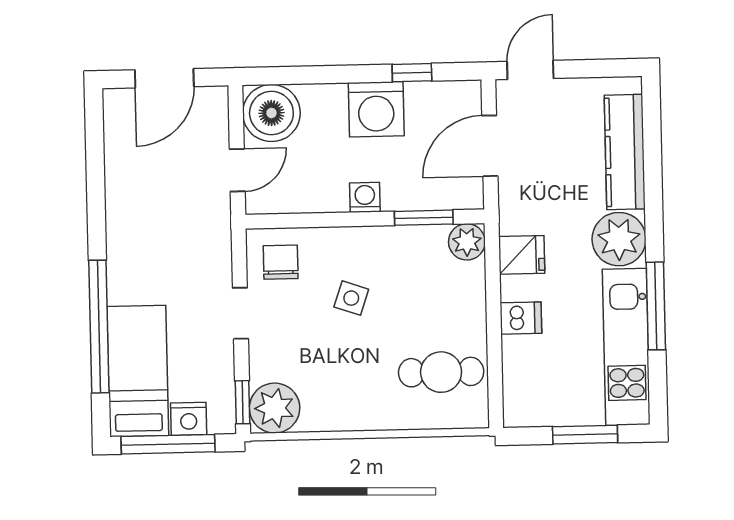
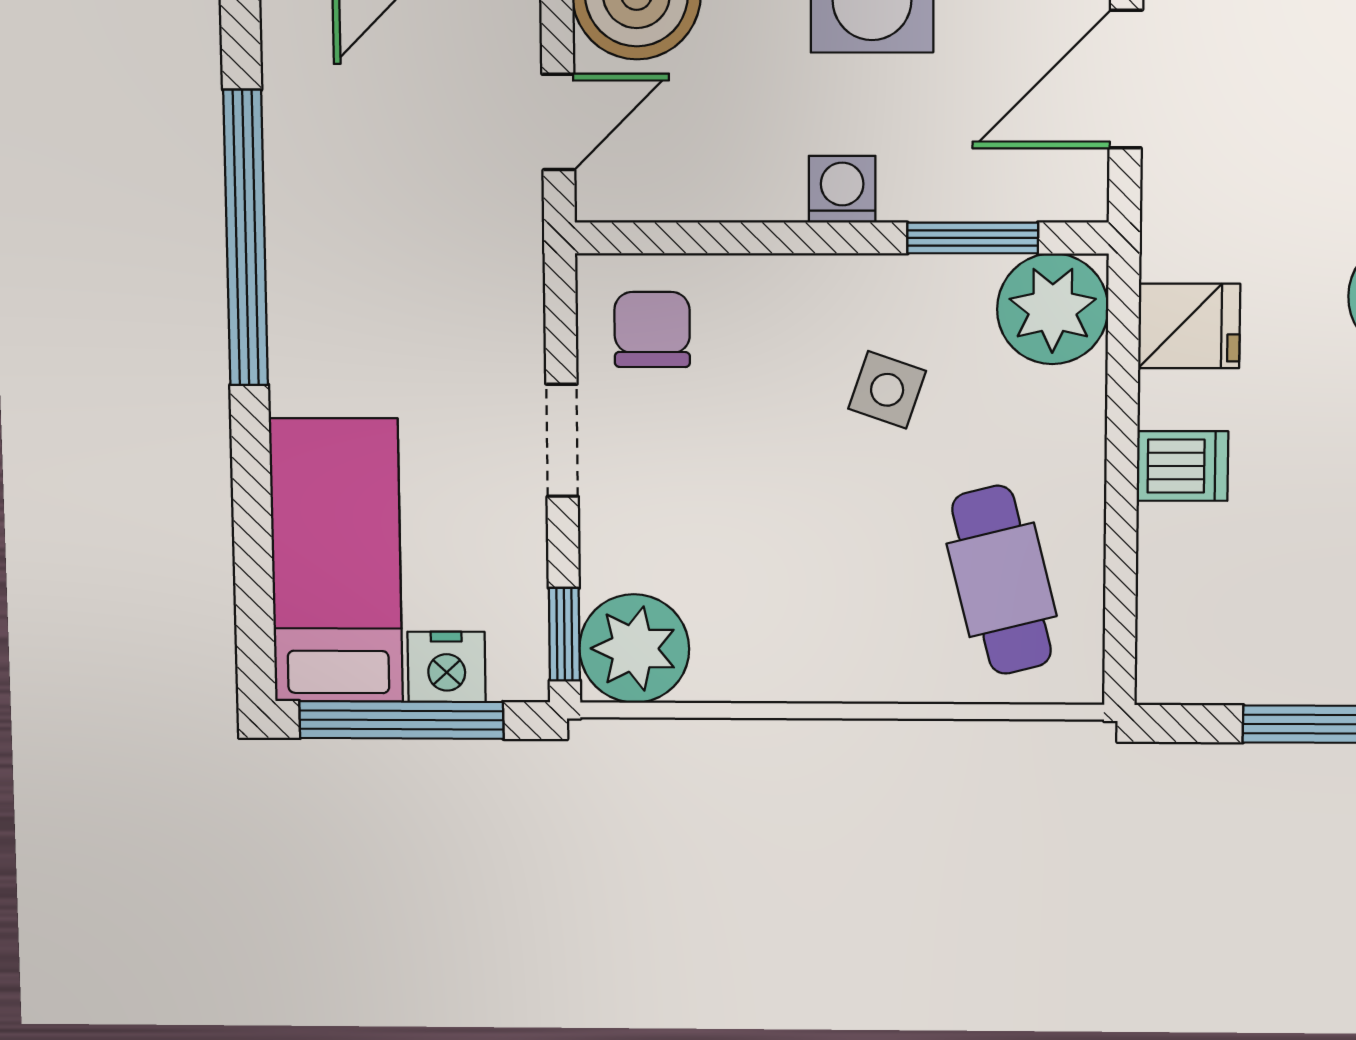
plant: (467, 242) -> (1053, 309), width x1.36, depth x1.36
side table: (351, 298) -> (887, 390), moved
window: (99, 327) -> (246, 238), moved
cafe table: (441, 372) -> (1002, 580), turned 76

